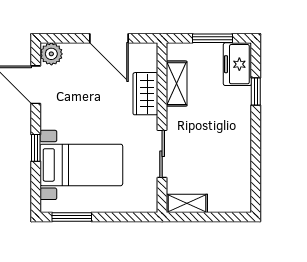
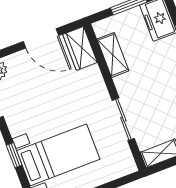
wardrobe: (145, 94) -> (80, 48), moved

